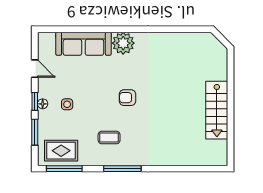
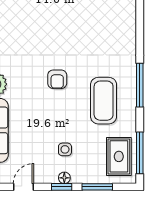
coffee table: (109, 138) -> (104, 101), width x1.86, depth x1.72

